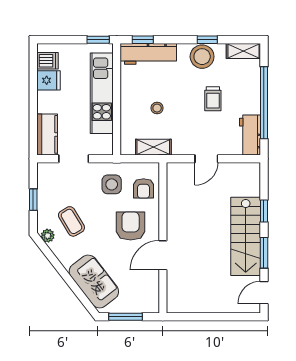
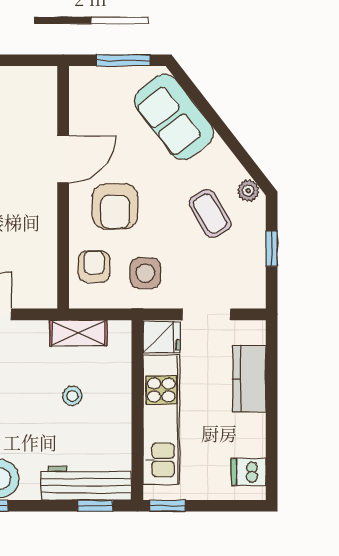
fridge: (48, 80) -> (162, 337), moved, turned 180
kitchen counter: (47, 134) -> (249, 379), moved

